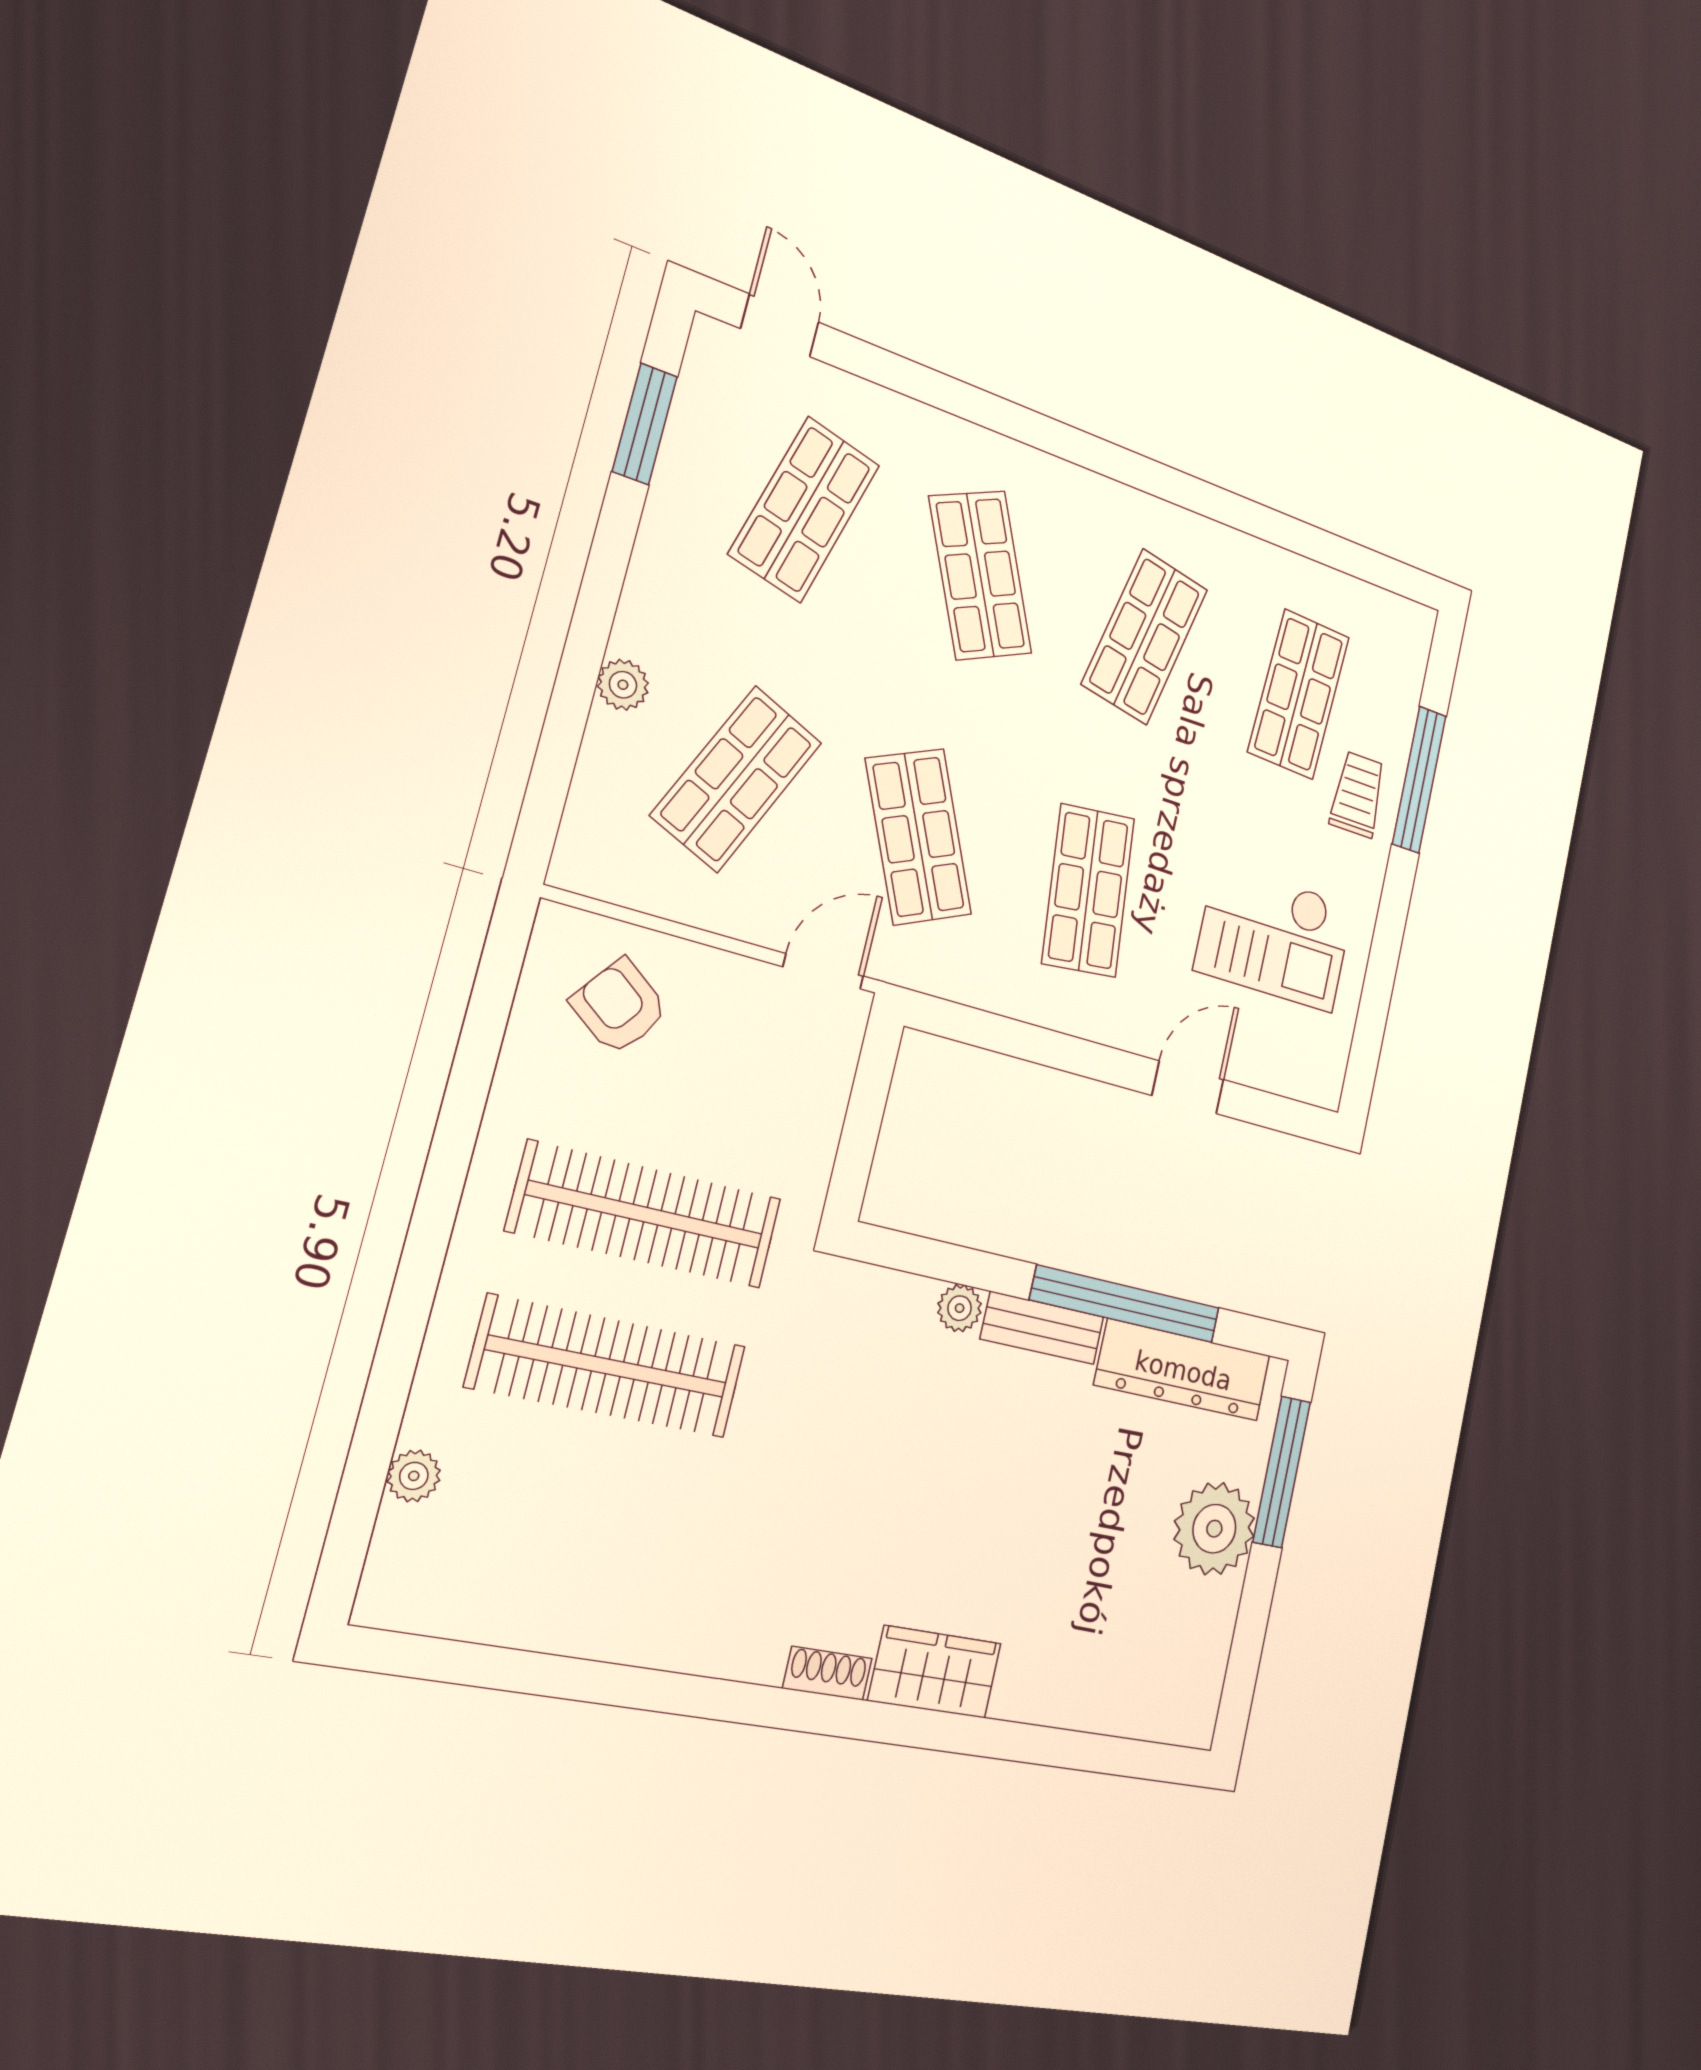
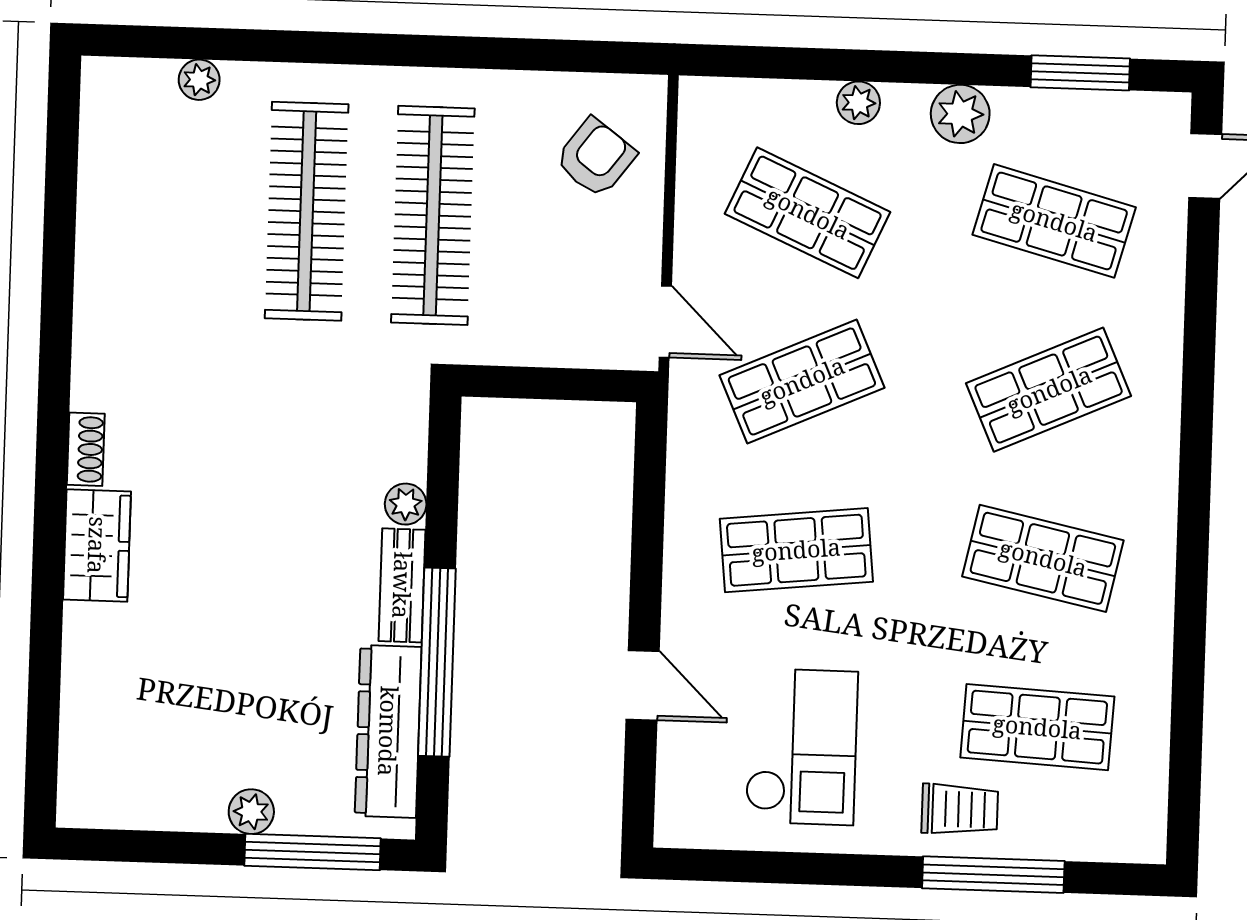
plant: (662, 573) -> (960, 114), added
checkout: (1274, 937) -> (802, 747), turned 180
plant: (1214, 1529) -> (251, 812), width x0.53, depth x0.53

